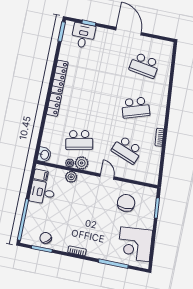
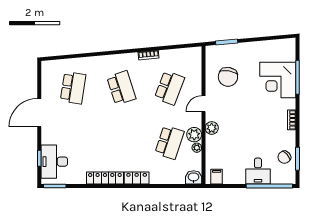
desk: (83, 36) -> (54, 162), width x1.37
school desk: (79, 140) -> (170, 142), turned 30
plant: (71, 177) -> (212, 128), moved
desk: (42, 192) -> (258, 171), moved
chair: (126, 203) -> (228, 77), turned -81
corner desk: (135, 244) -> (278, 80), moved, turned 95

